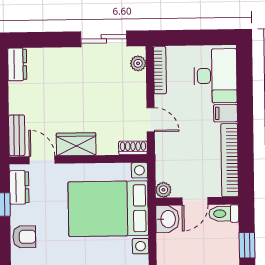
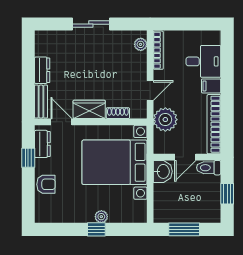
sliding door: (104, 39) -> (91, 24), moved
dresser: (17, 64) -> (42, 70), moved
desk: (215, 76) -> (203, 61), width x0.73
door: (151, 120) -> (150, 90), hinge flipped
shoe rack: (133, 148) -> (118, 113), moved
plant: (163, 190) -> (165, 120), moved, width x1.88, depth x1.88

